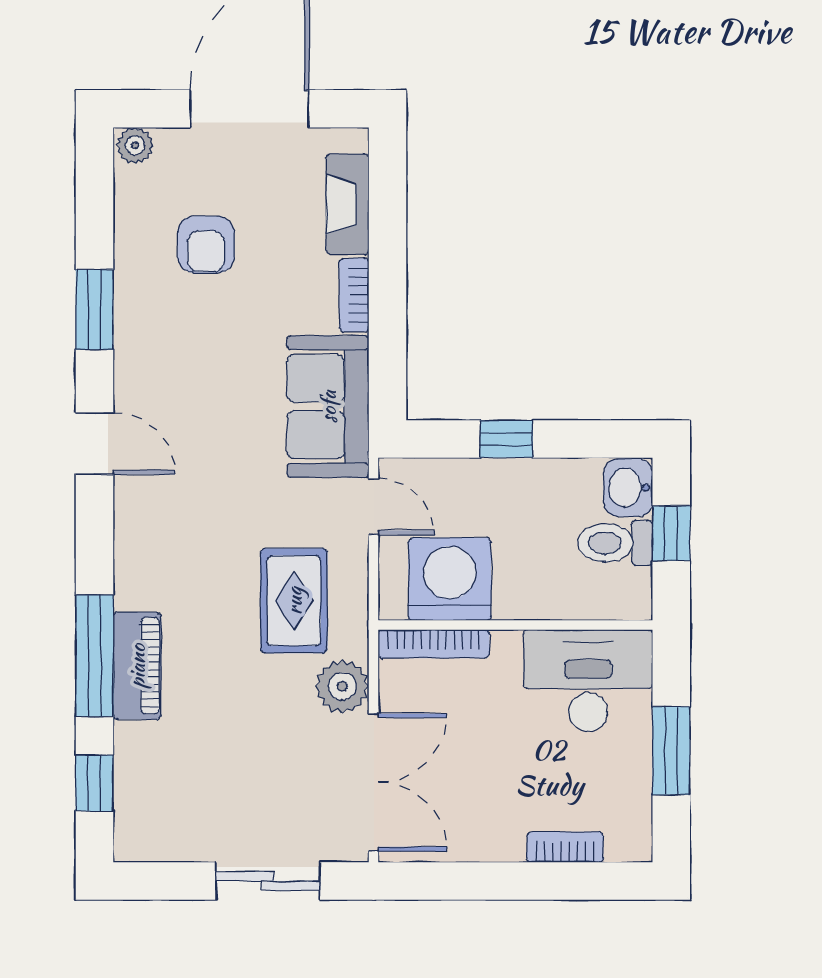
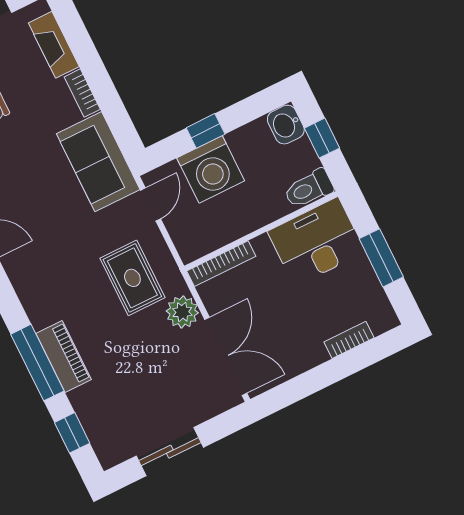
door: (374, 507) -> (151, 204), hinge flipped
toilet: (615, 543) -> (309, 189), moved
washing machine: (450, 579) -> (211, 169), moved, turned 180
sliding door: (268, 881) -> (170, 452), moved

